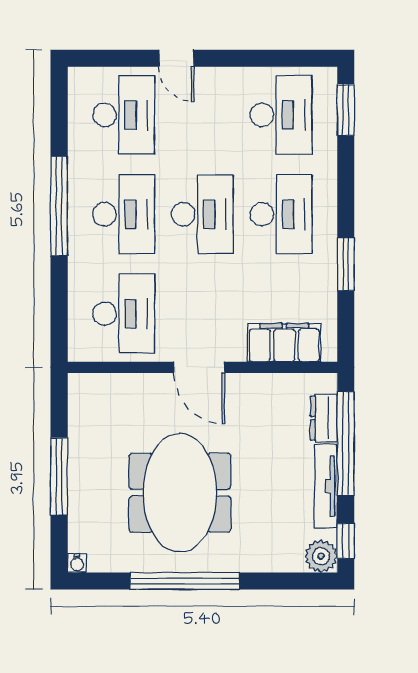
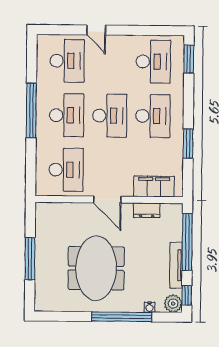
dresser: (324, 418) -> (147, 210), moved, turned -90
water cooler: (77, 563) -> (149, 307), moved
window: (185, 581) -> (122, 317), moved

